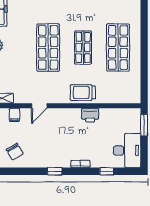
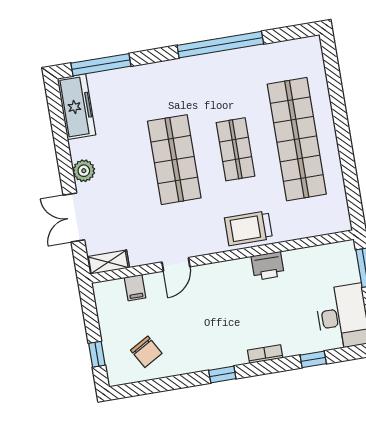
shop shelf: (118, 48) -> (297, 139), width x1.40

